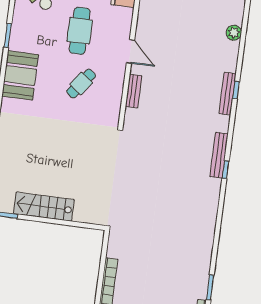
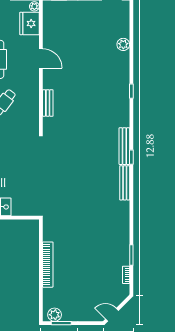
door: (130, 51) -> (41, 58), moved
bench: (227, 94) -> (125, 183), moved

